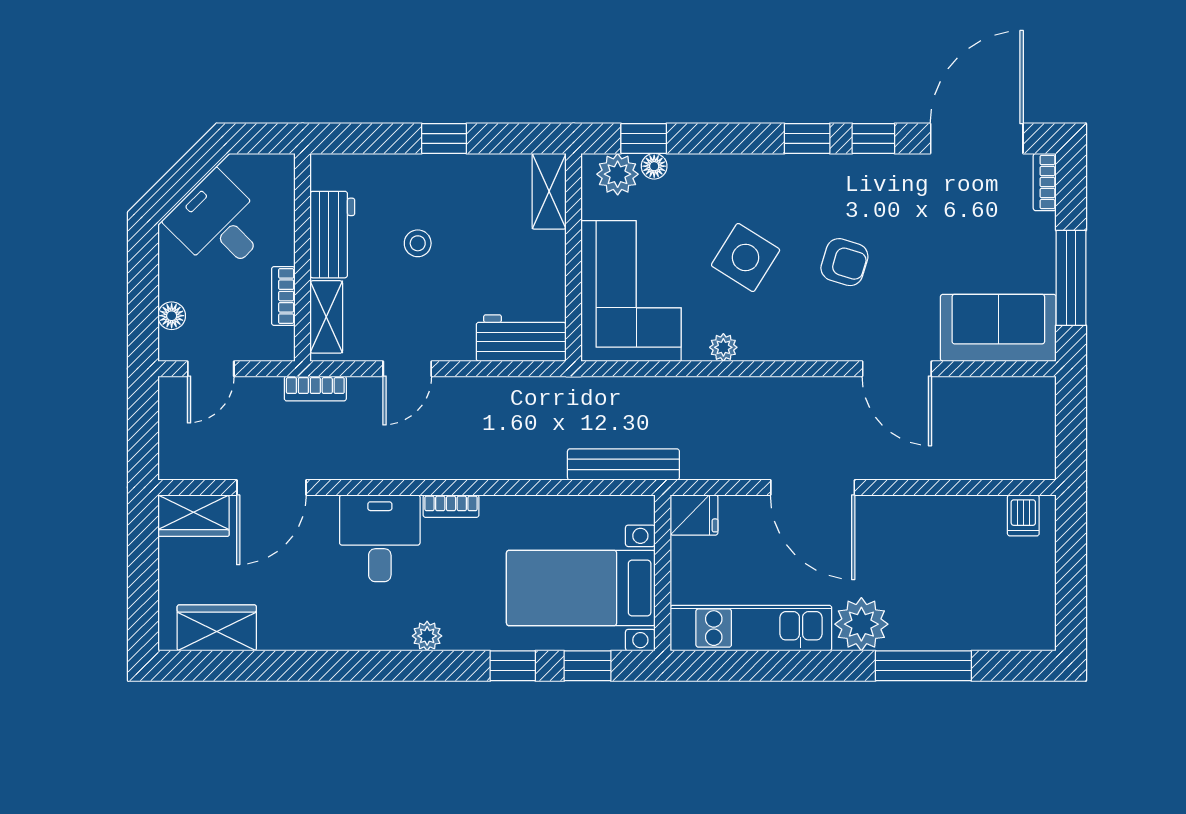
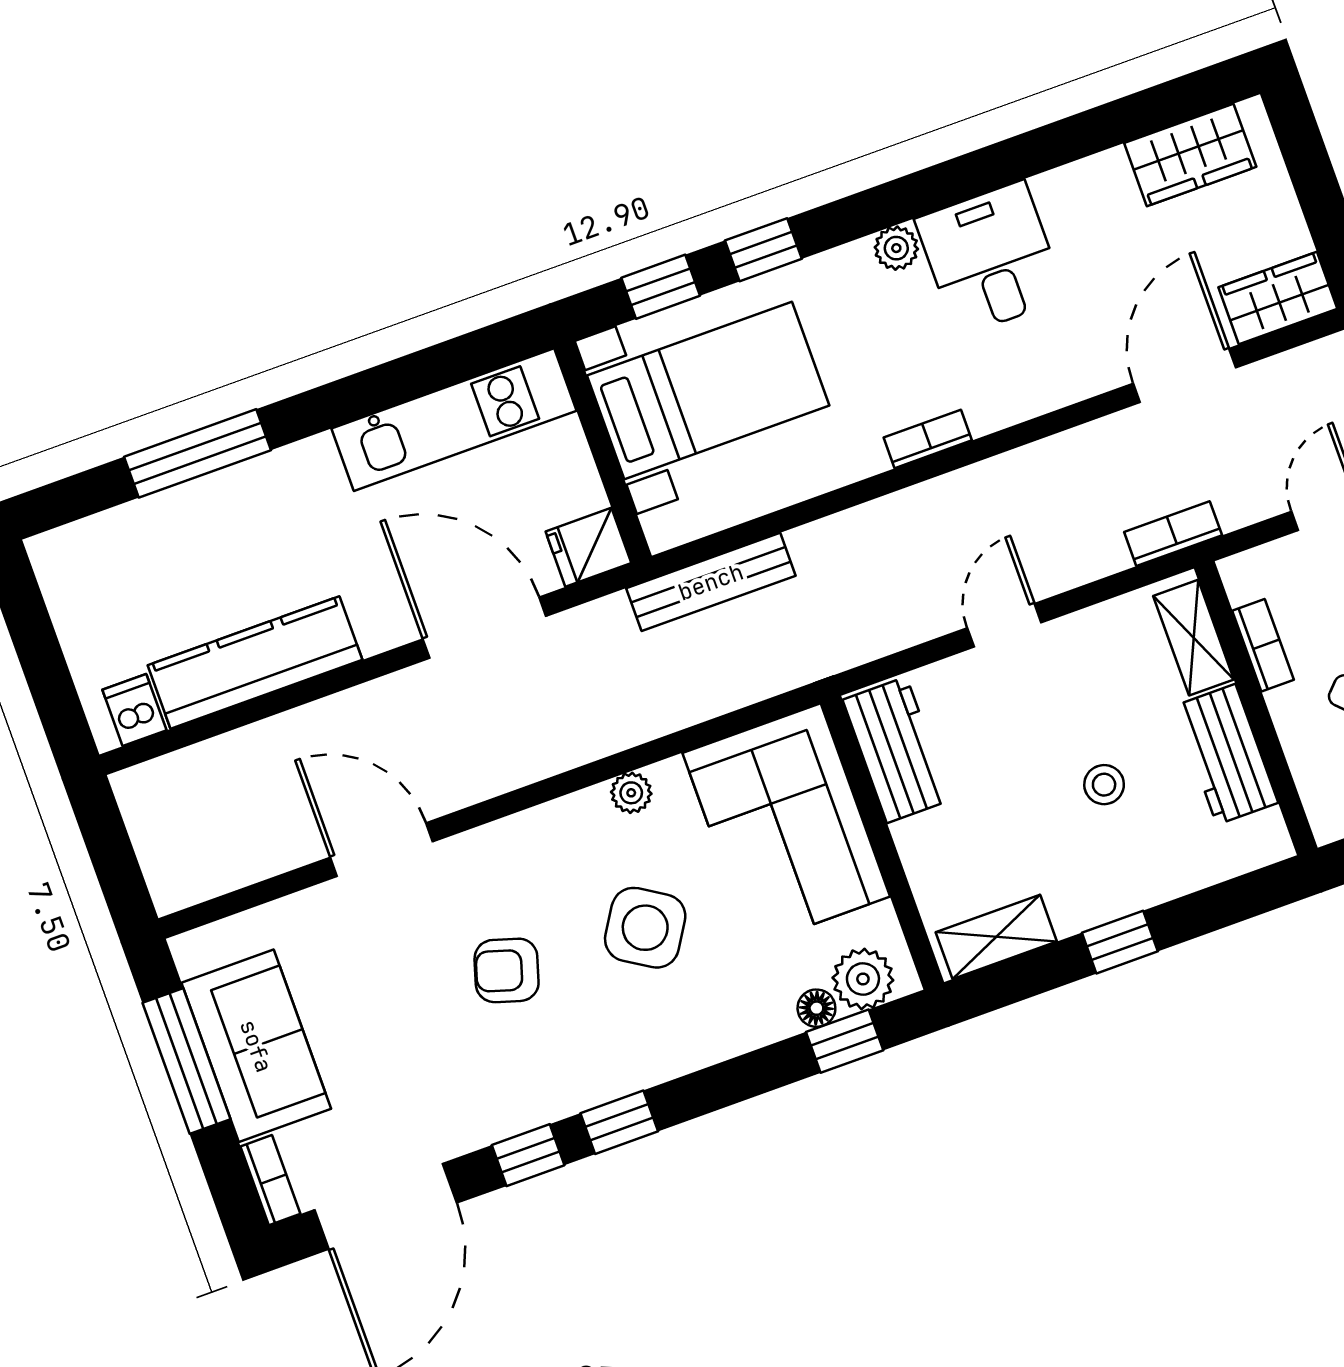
shelving: (549, 191) -> (996, 937), moved, turned 90
sofa: (998, 328) -> (256, 1046), moved, turned -90
workbench: (521, 338) -> (897, 750), moved, turned -90
door: (407, 369) -> (1004, 625), moved
door: (813, 487) -> (484, 628), moved
kitchen counter: (935, 518) -> (255, 663), added
desk: (380, 538) -> (990, 259), moved, turned 180
plant: (861, 624) -> (304, 480), removed

